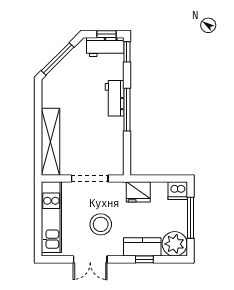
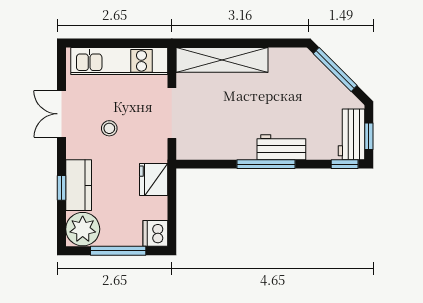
stool: (101, 224) -> (109, 128), width x0.53, depth x0.53

